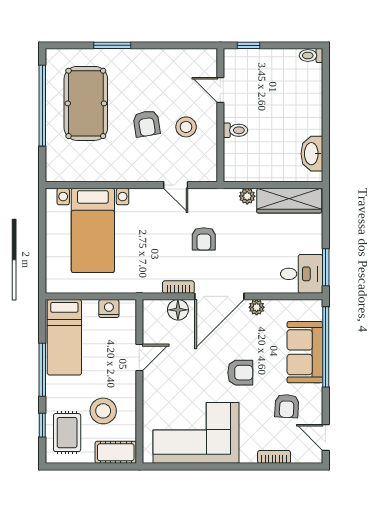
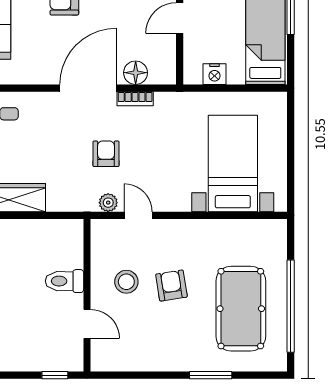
toilet: (236, 130) -> (64, 281), width x1.37, depth x1.39
plant: (247, 196) -> (108, 203), moved
plant: (257, 307) -> (46, 76), removed

